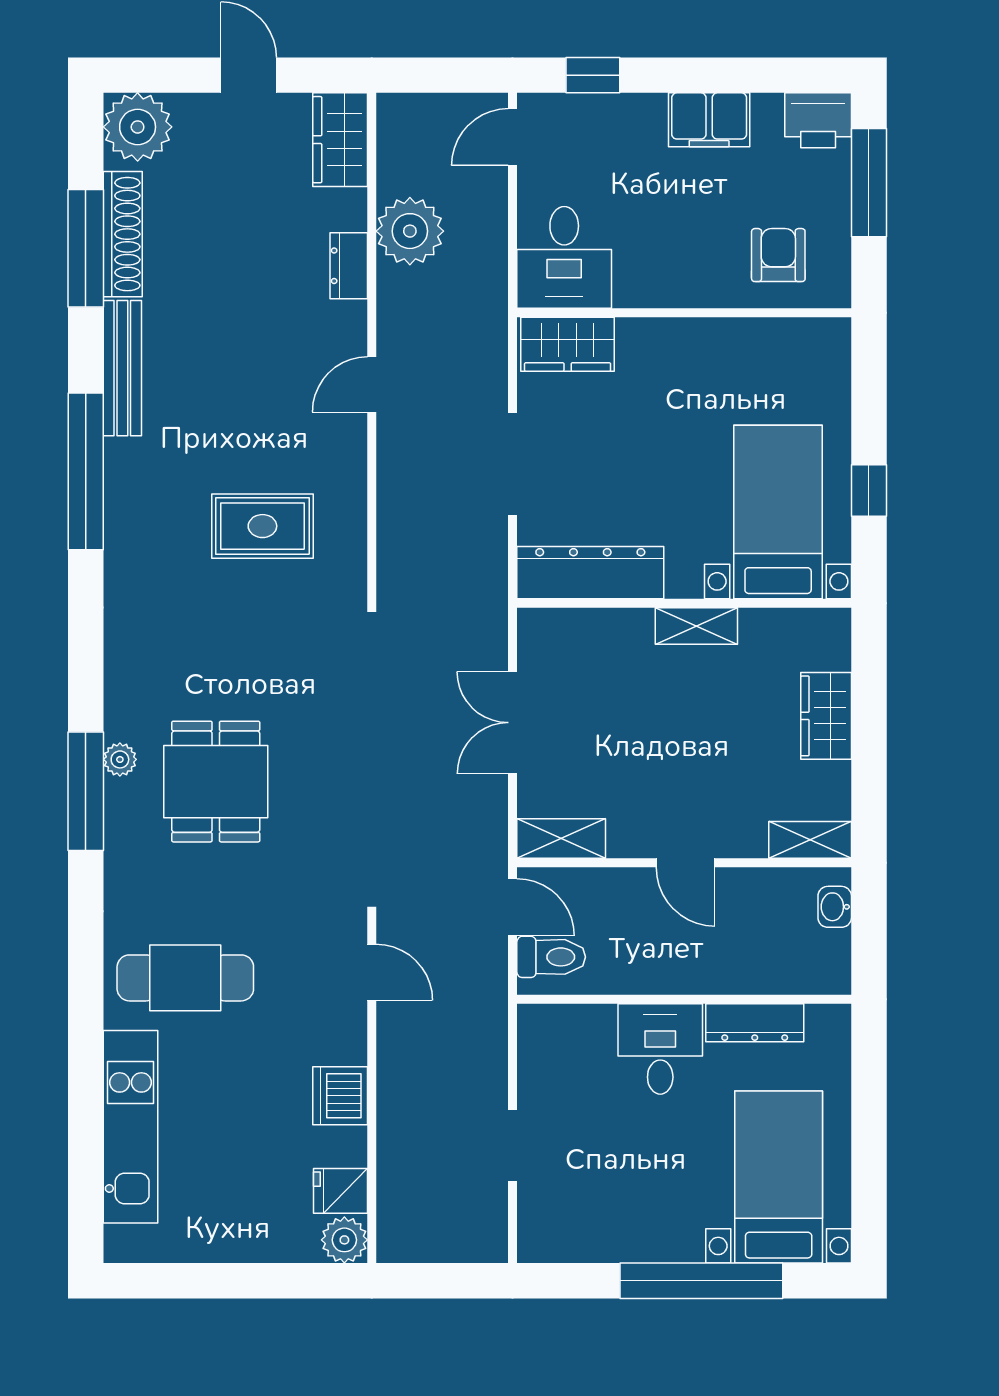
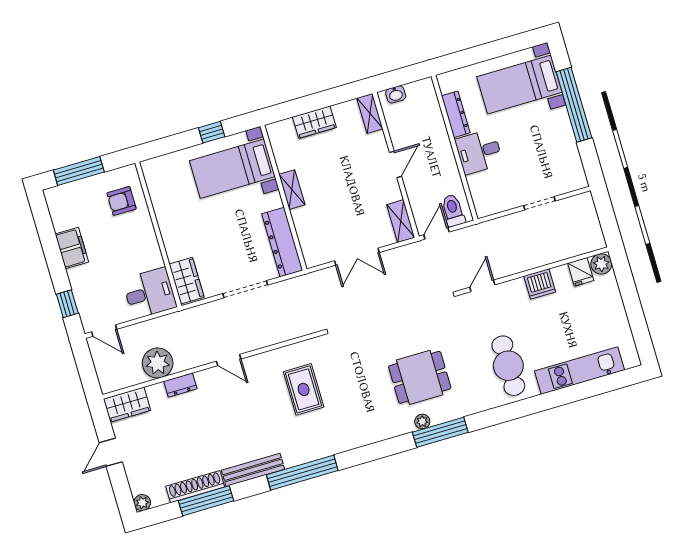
printer: (818, 120) -> (58, 201), removed
plant: (138, 127) -> (142, 503), width x0.53, depth x0.53

